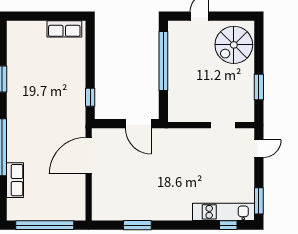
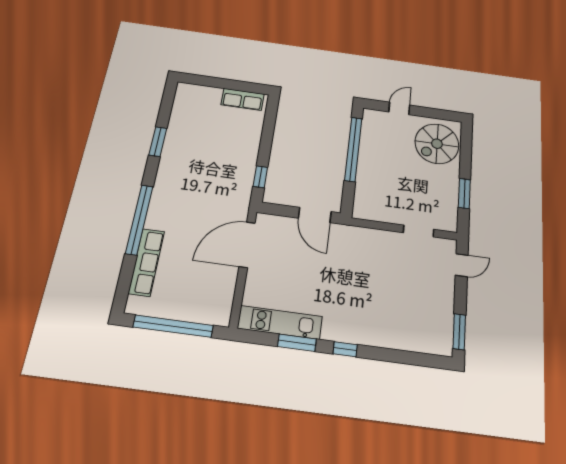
row of seats: (15, 180) -> (146, 262), width x1.48
kitchen unit: (223, 212) -> (280, 322), moved
window: (228, 225) -> (345, 349), moved

